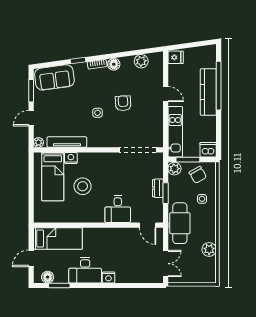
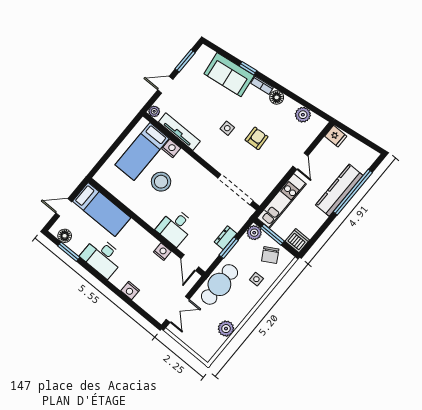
sofa: (54, 77) -> (229, 75), moved
nightstand: (123, 233) -> (162, 252), added
nightstand: (108, 277) -> (130, 291), moved

